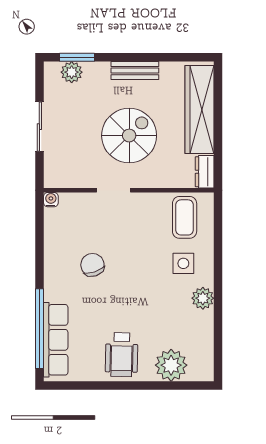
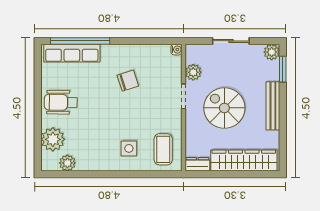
bench: (135, 71) -> (273, 106), width x1.36
plant: (72, 72) -> (272, 52), moved
spiral stairs: (129, 136) -> (224, 108), turned 180
plant: (81, 177) -> (193, 72), added
coffee table: (185, 217) -> (163, 149), turned 90
plant: (203, 298) -> (67, 163), moved

